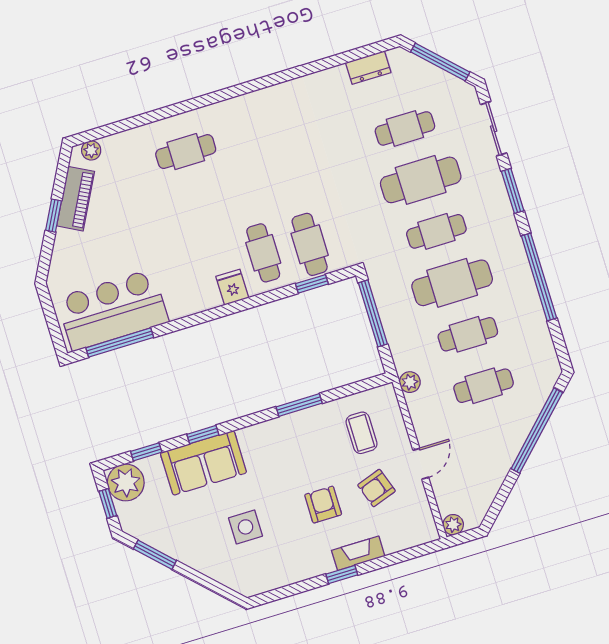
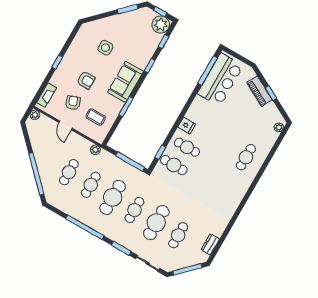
piano: (76, 199) -> (259, 91), moved
sofa: (203, 463) -> (126, 82), moved
fireplace: (358, 553) -> (47, 95), moved

